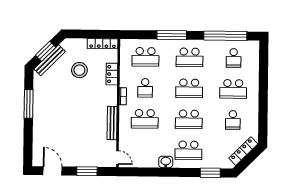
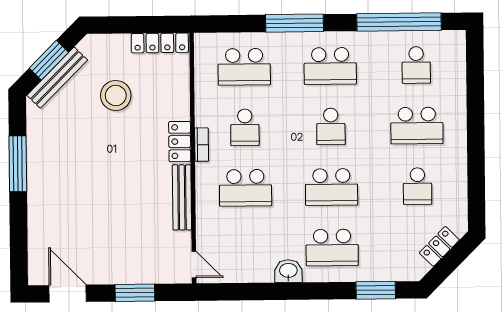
locker: (112, 74) -> (180, 142), moved
school desk: (189, 88) -> (331, 126), width x0.54
locker: (243, 151) -> (439, 246), width x0.66

